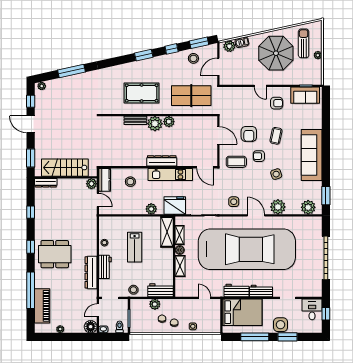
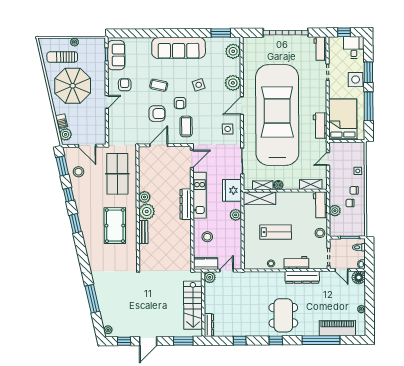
shelving: (180, 266) -> (311, 185), moved
workbench: (261, 291) -> (320, 48), moved
desk: (312, 309) -> (354, 47), moved, turned 90

